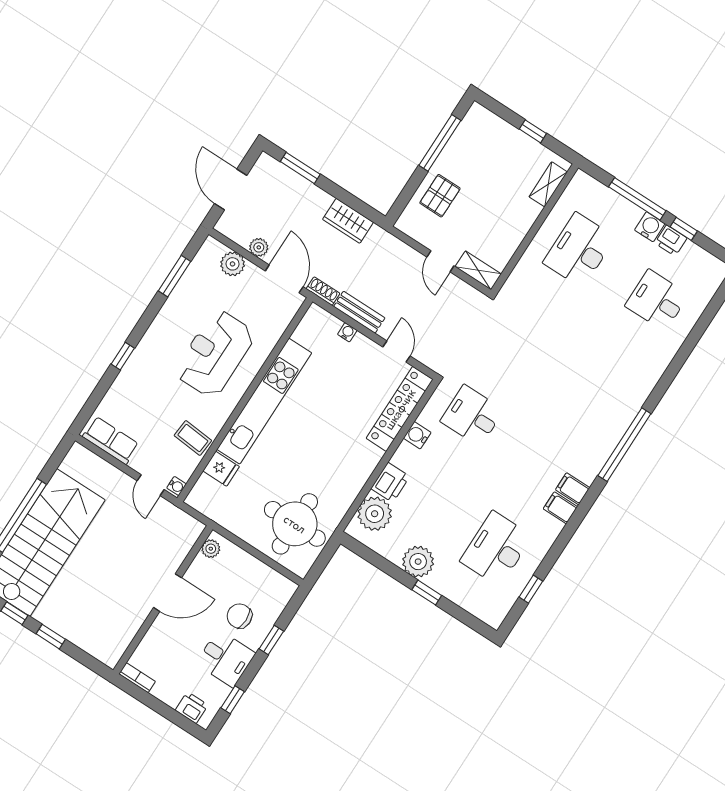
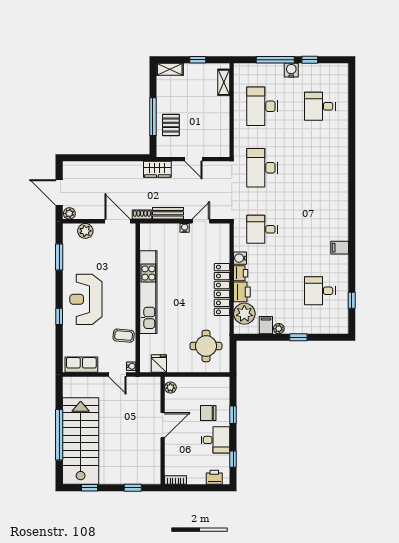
window: (440, 143) -> (153, 117), moved
window: (300, 168) -> (88, 158), removed
wardrobe: (348, 221) -> (157, 169), moved
printer: (671, 240) -> (241, 273), moved, turned -90
plant: (259, 247) -> (69, 213), moved
shelving: (478, 270) -> (170, 69), moved
water cooler: (347, 332) -> (185, 228), moved
desk: (526, 333) -> (262, 168), added
door: (396, 352) -> (201, 221), hinge flipped
reception desk: (215, 354) -> (86, 299), moved
locker: (400, 409) -> (222, 289), moved
window: (624, 445) -> (352, 193), removed
fridge: (221, 469) -> (159, 364), moved, turned -90
filing cabinet: (573, 489) -> (266, 325), moved, turned 90
round table: (295, 524) -> (206, 346), width x0.73, depth x0.73
desk: (496, 549) -> (320, 291), width x0.73
plant: (418, 562) -> (279, 329), width x0.53, depth x0.53
window: (51, 637) -> (133, 488), moved

